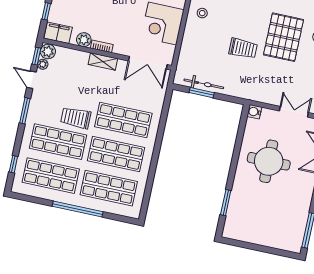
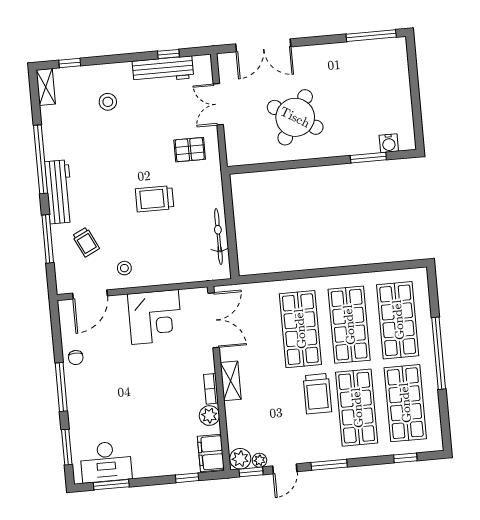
pallet: (284, 37) -> (190, 150), moved, width x0.49, depth x0.50
trolley: (243, 48) -> (155, 199), turned -90
window: (202, 93) -> (231, 236), removed
water cooler: (254, 112) -> (389, 143), moved
round table: (269, 161) -> (295, 117), turned 31

